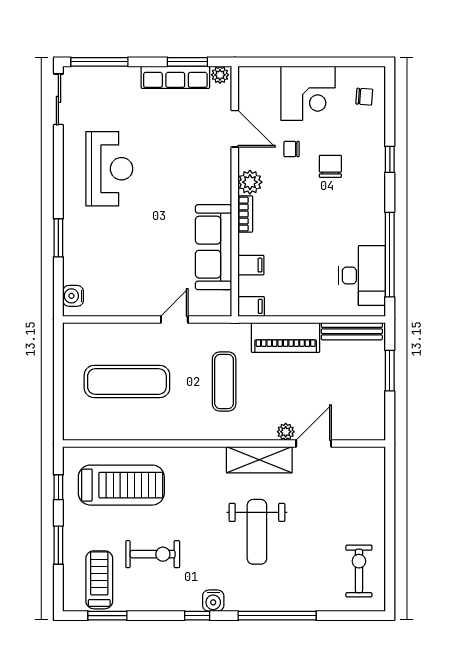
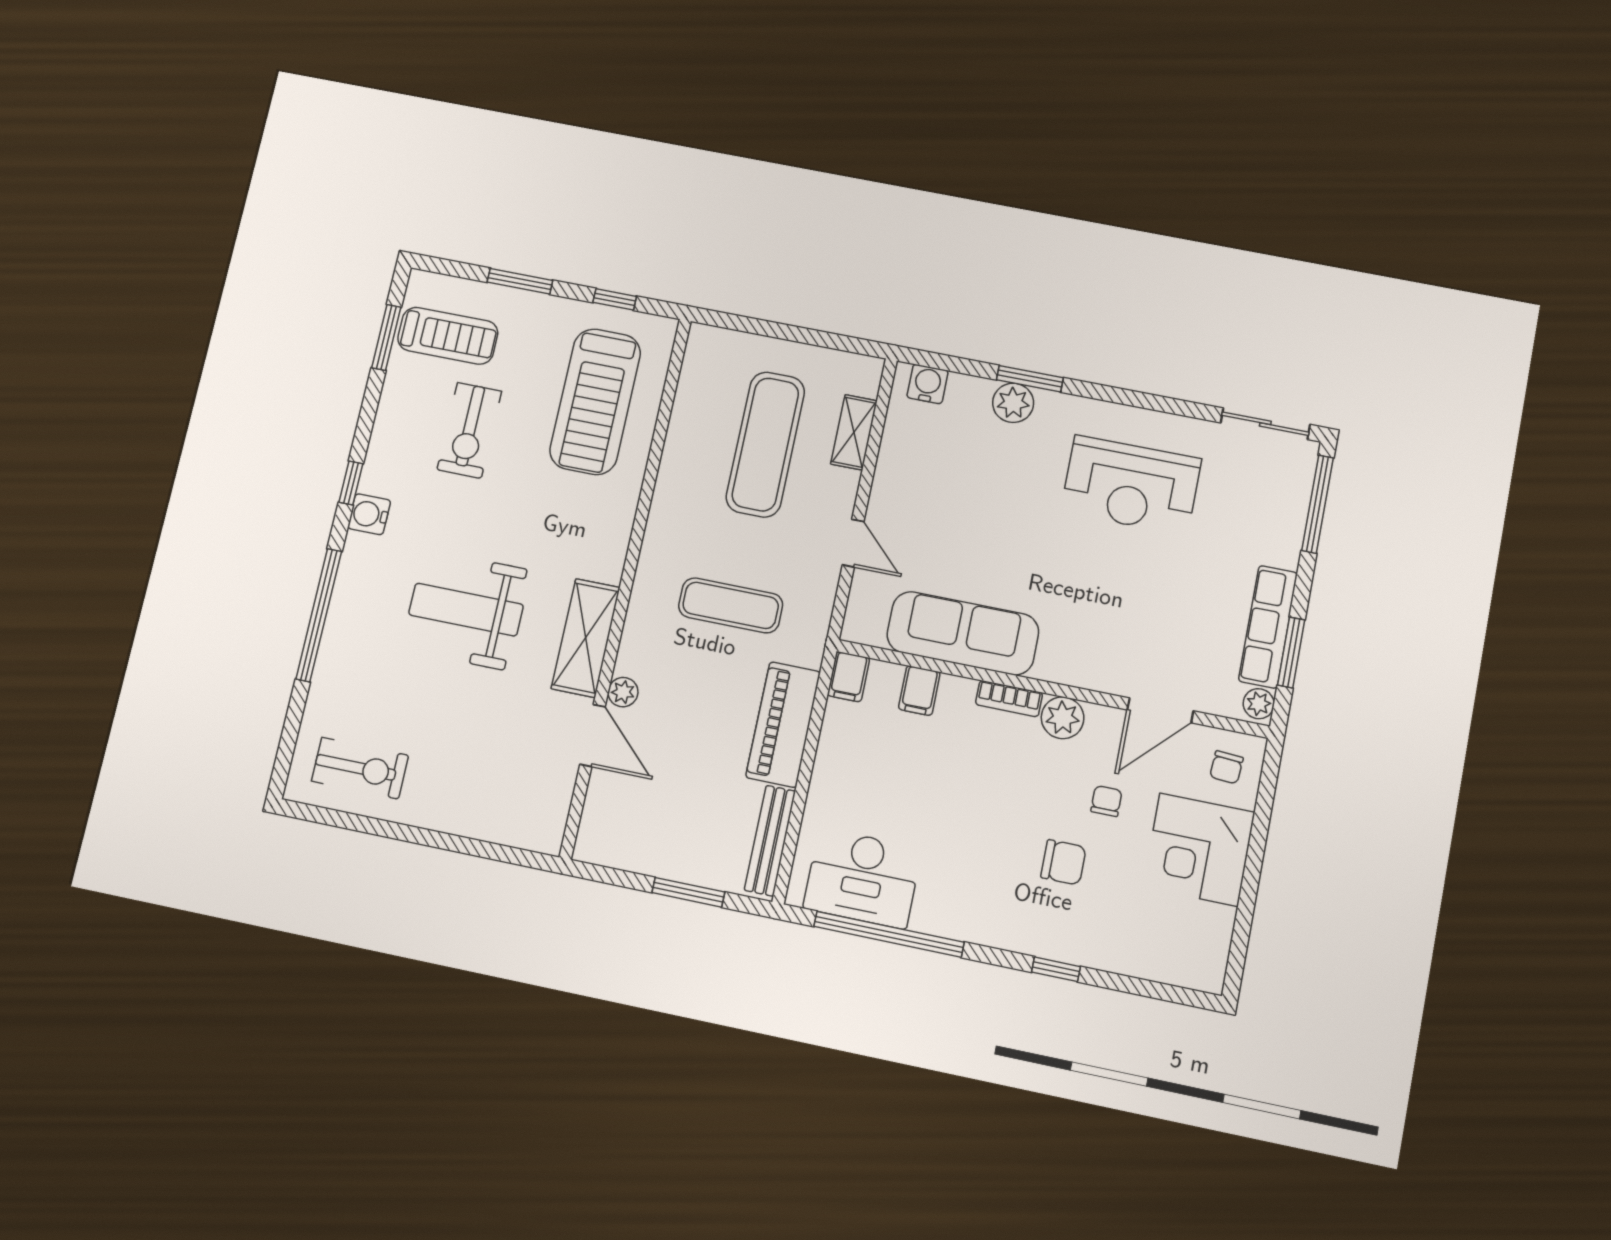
chair: (364, 97) -> (1226, 767), moved
plant: (75, 245) -> (1013, 403), added
shelving: (110, 332) -> (854, 432), added

